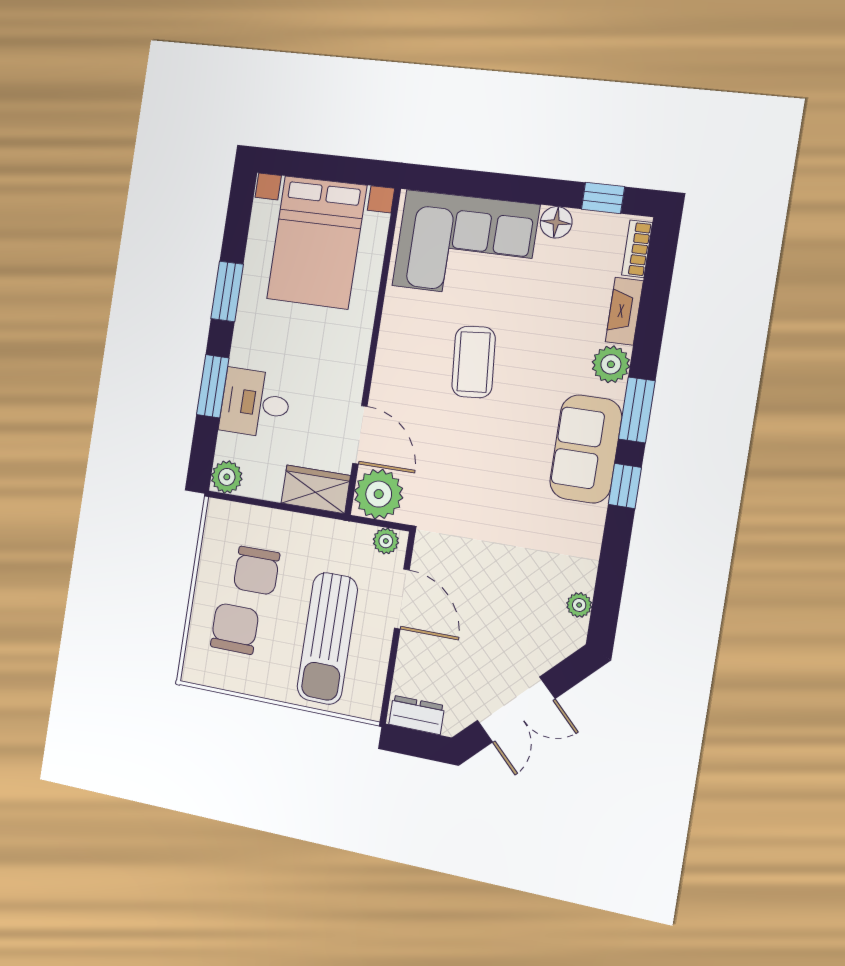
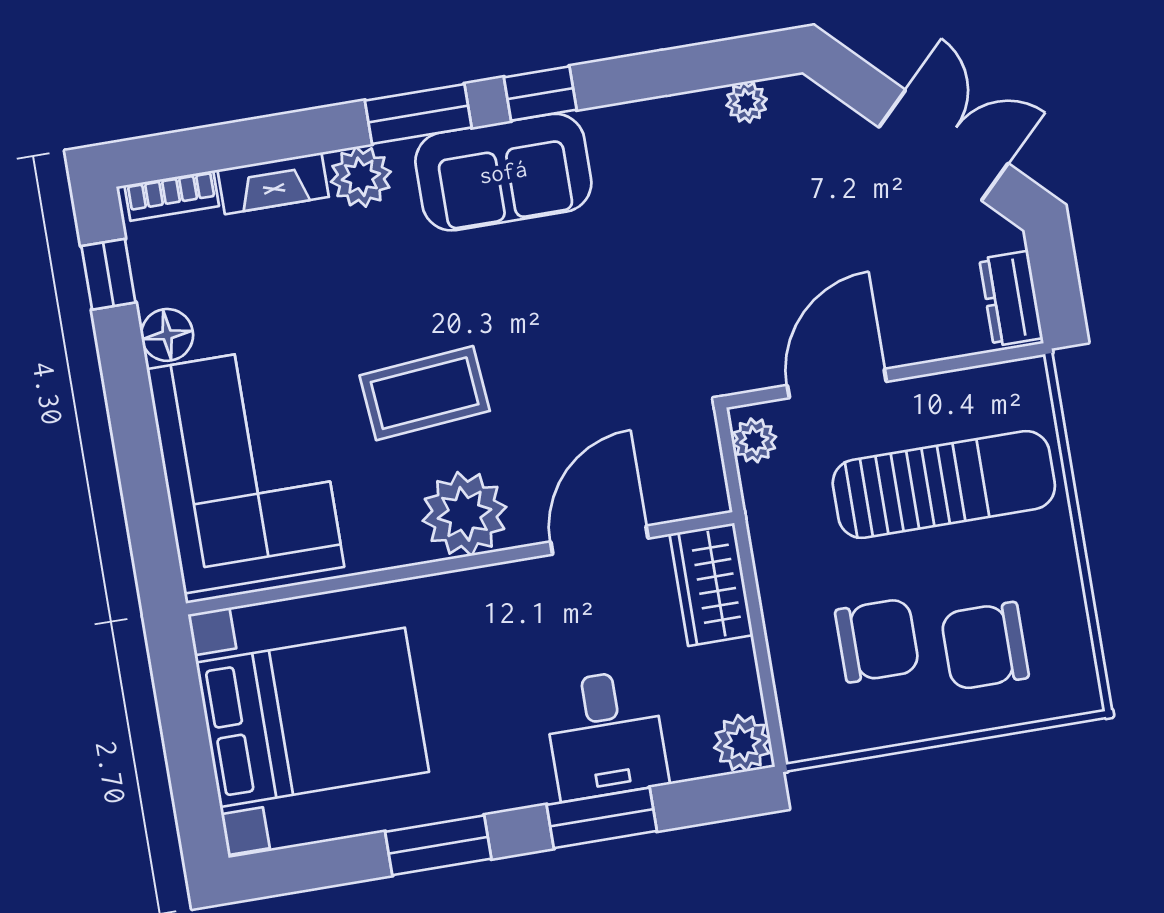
plant: (379, 494) -> (464, 514), moved

